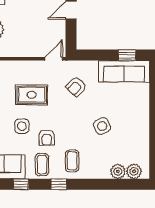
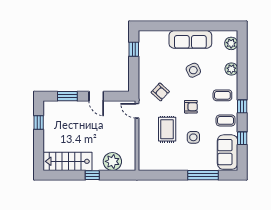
sofa: (124, 71) -> (190, 39), moved, turned 90
armchair: (47, 138) -> (191, 107), moved
plant: (118, 171) -> (231, 69), moved

